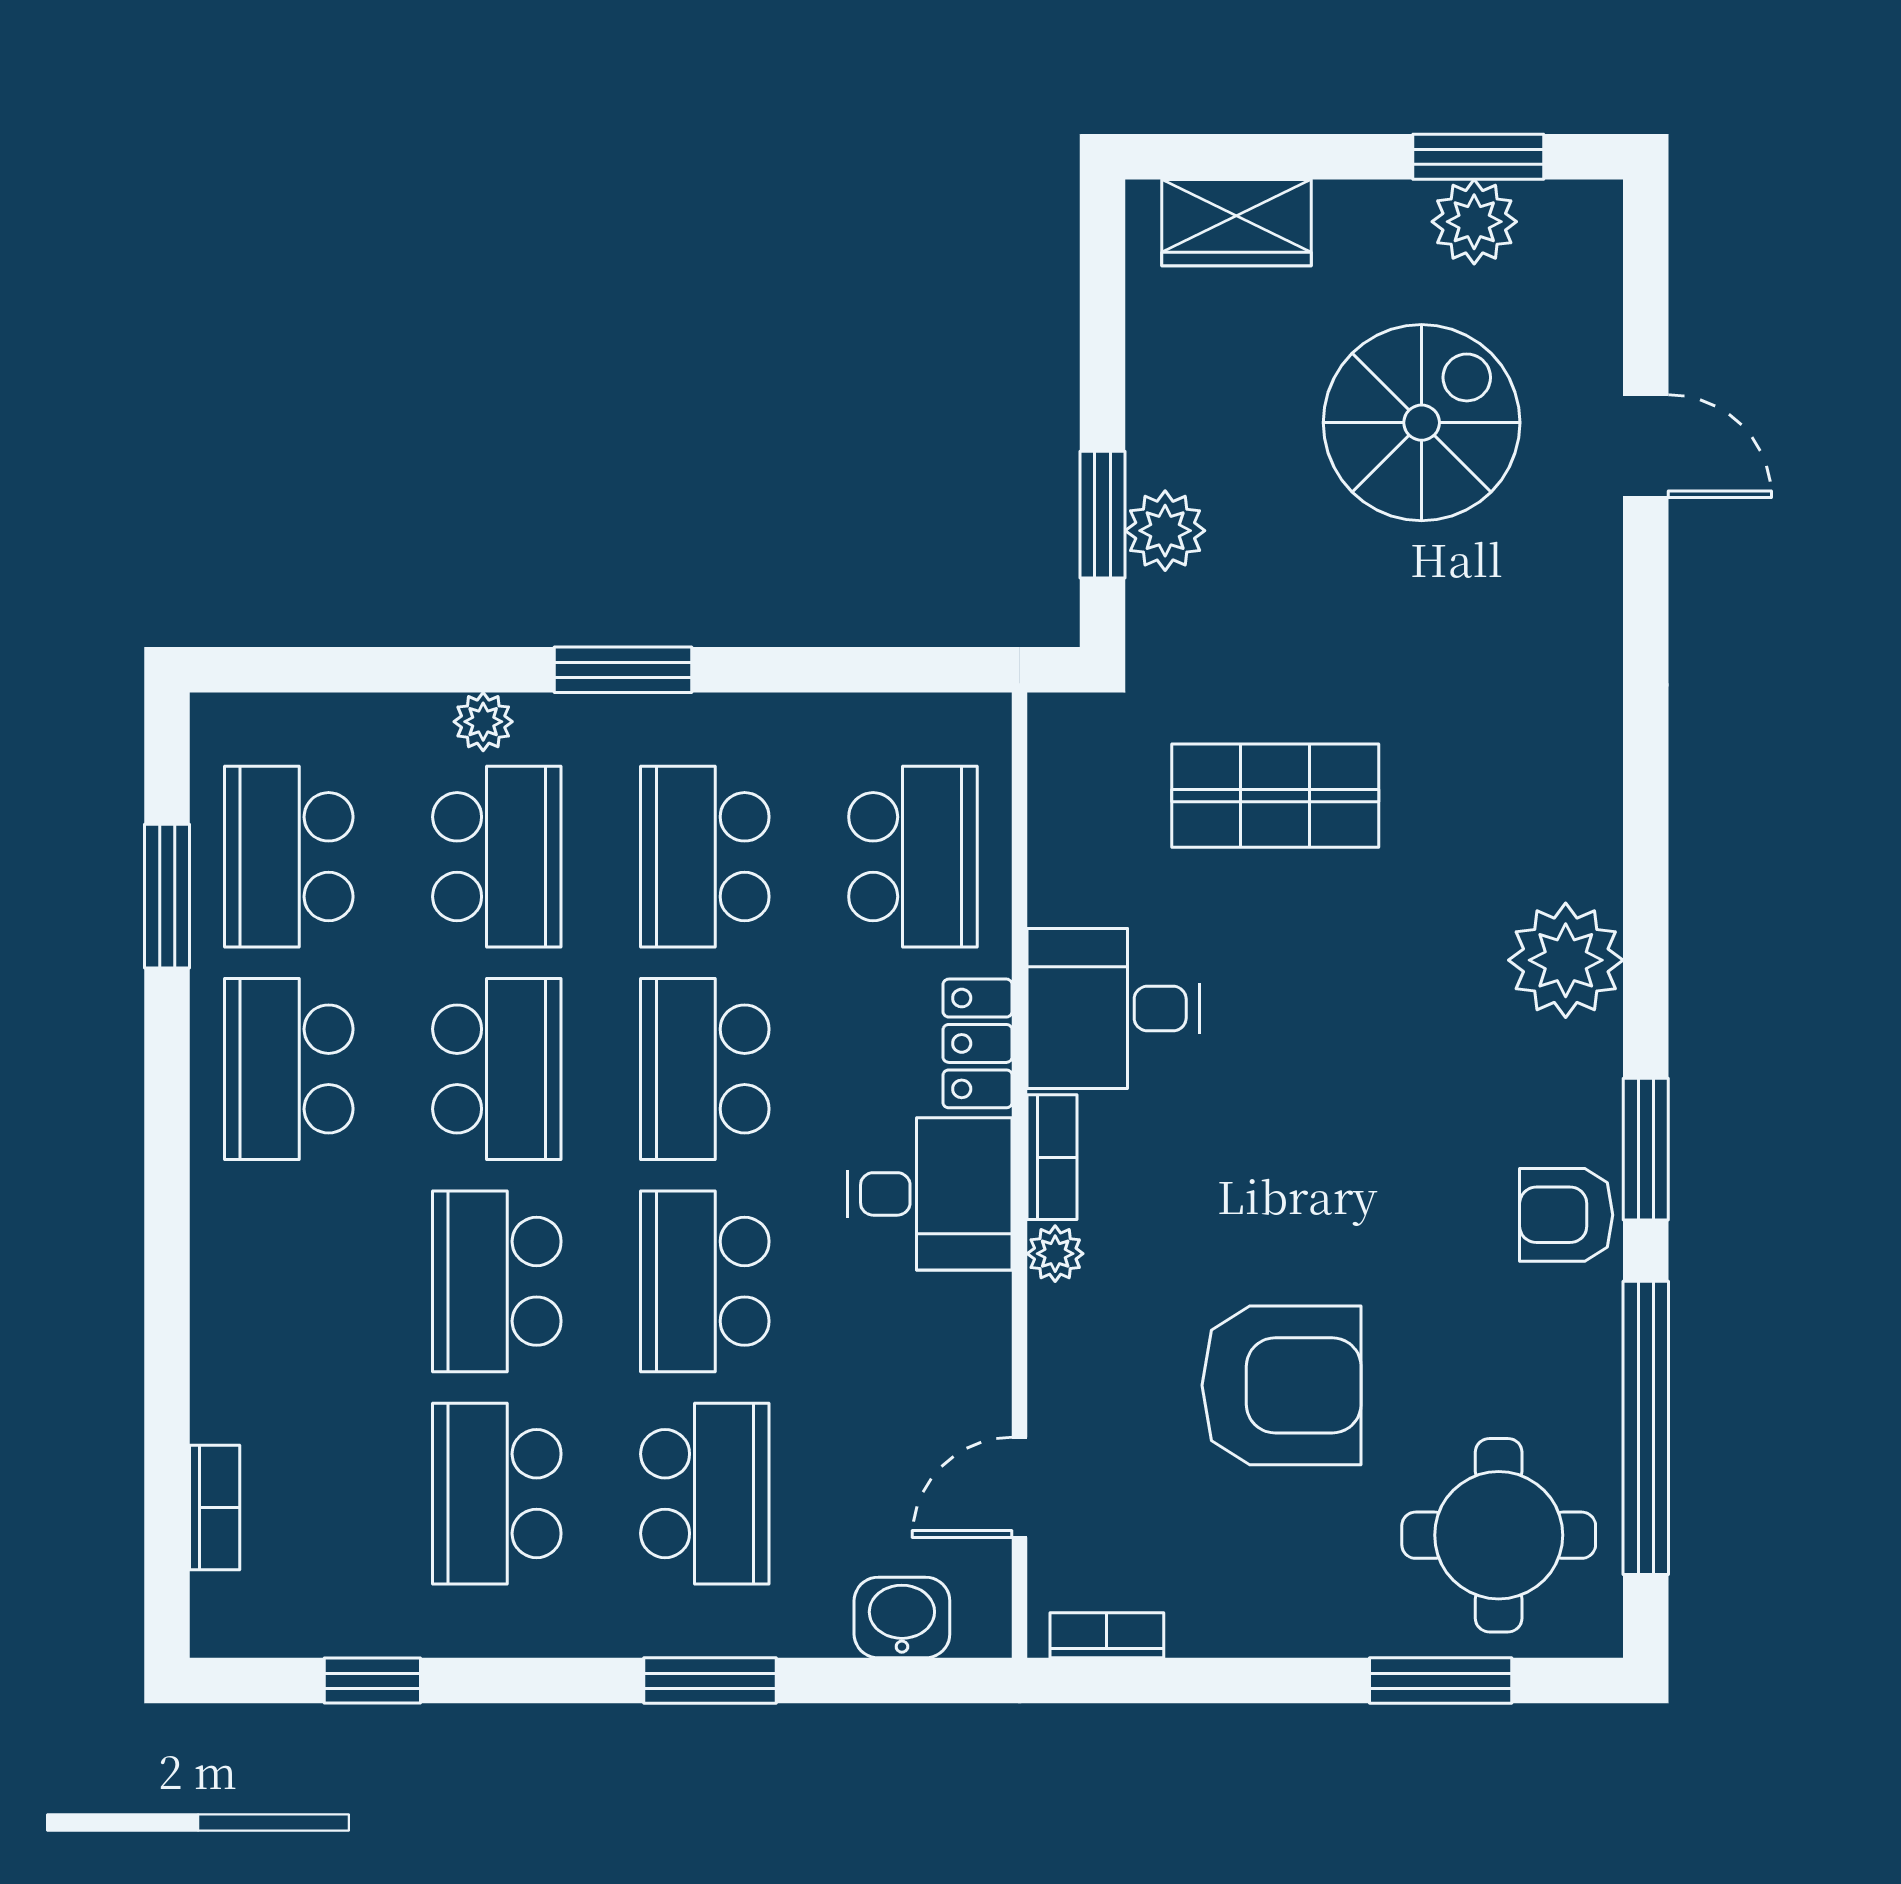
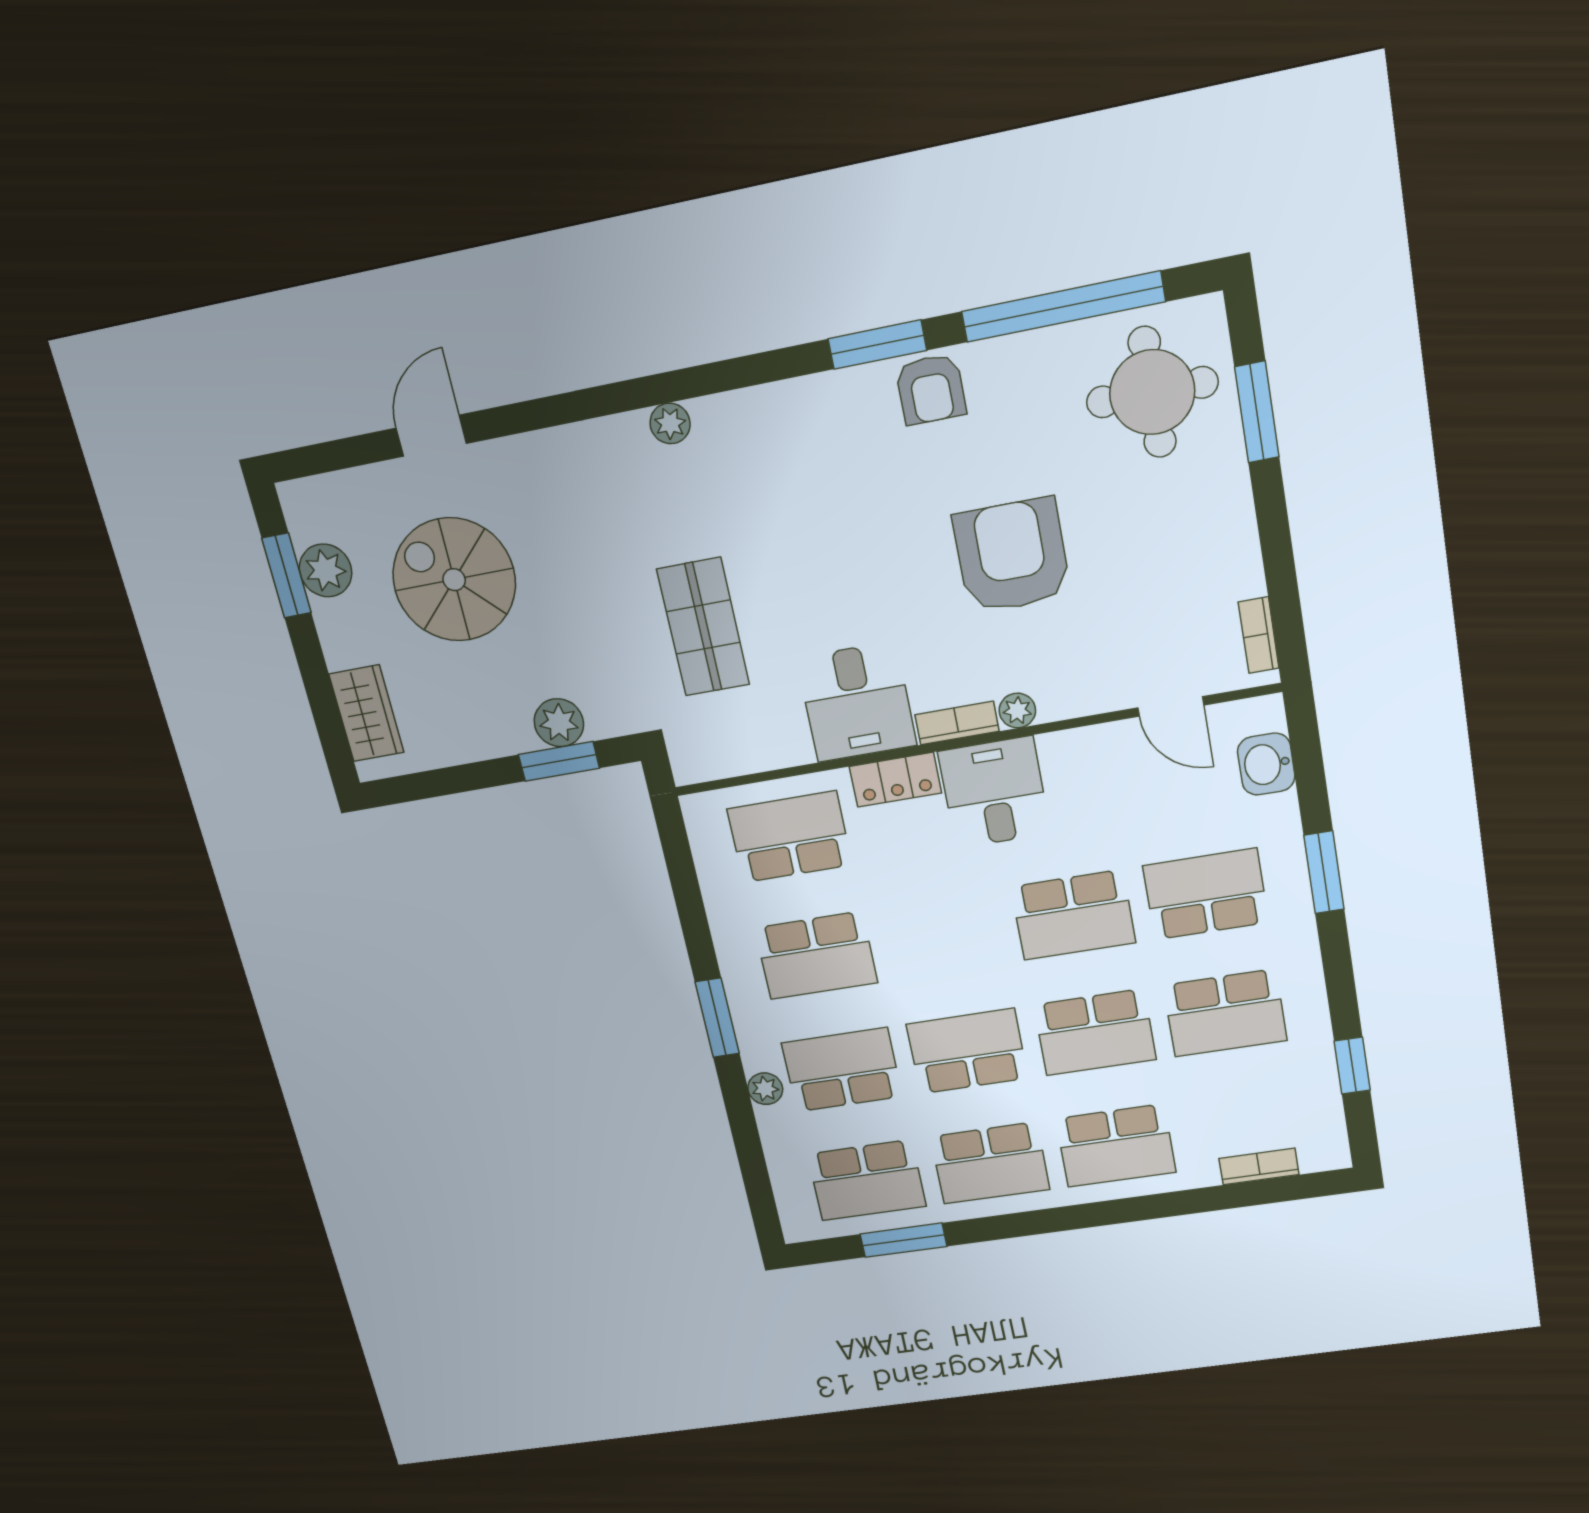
plant: (1566, 960) -> (670, 423), moved, width x0.53, depth x0.53
school desk: (705, 1069) -> (1116, 1146), moved
armchair: (1281, 1385) -> (1012, 556), moved

